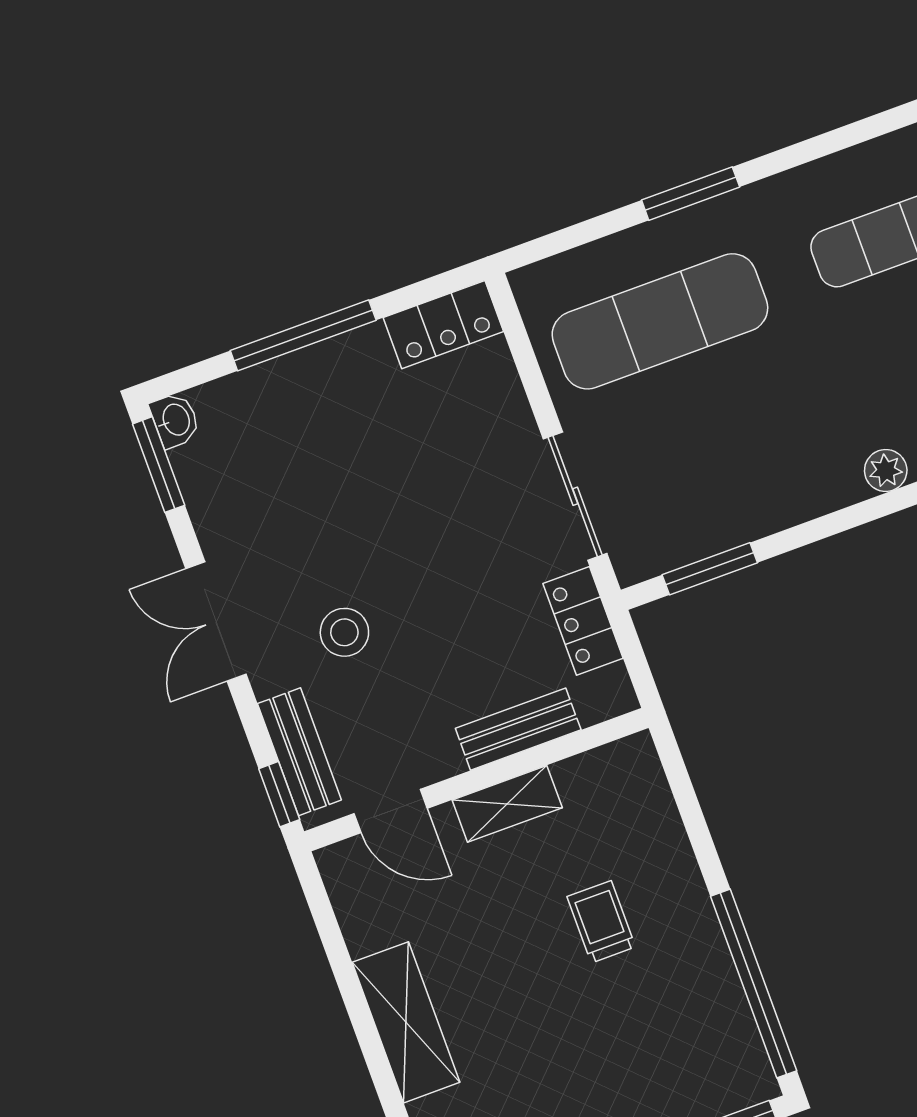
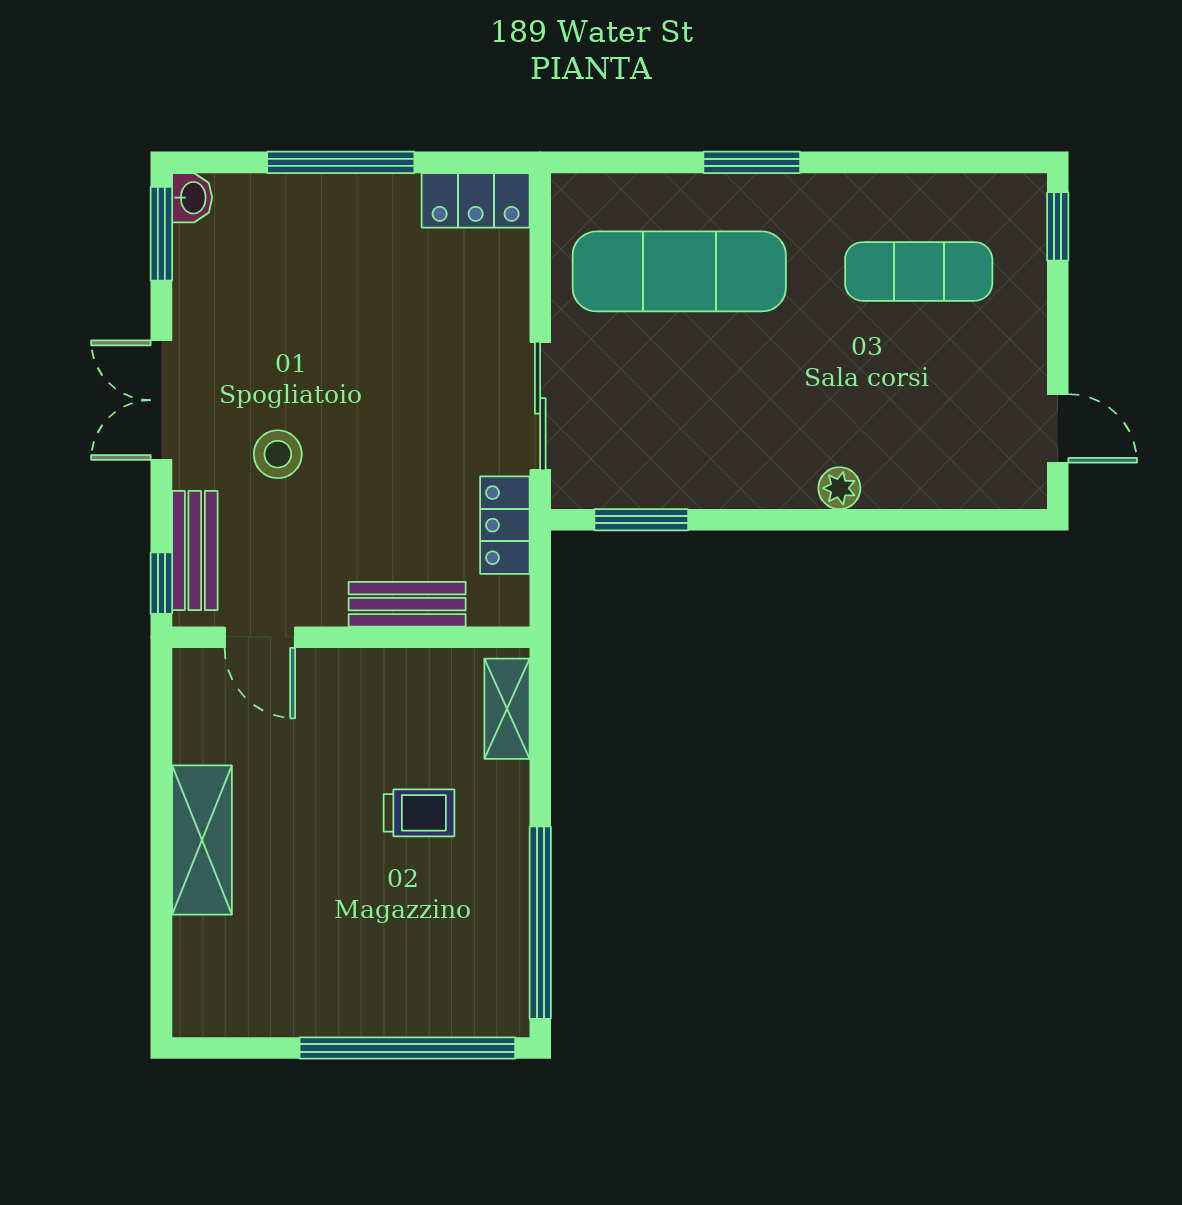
shelving: (507, 804) -> (507, 709), moved, turned 90
trolley: (601, 922) -> (419, 813), turned 90

